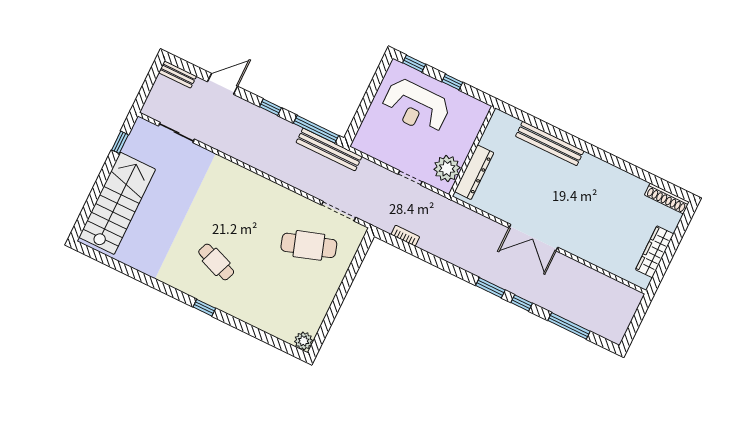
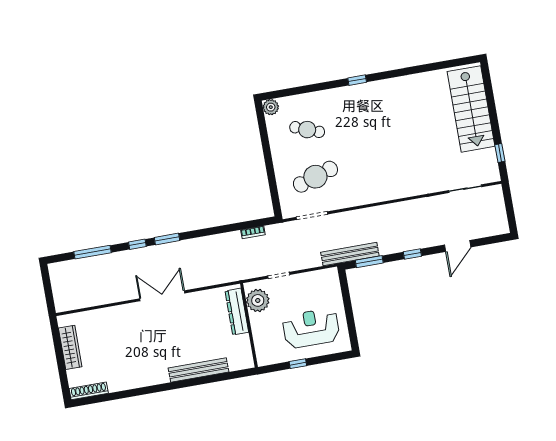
window: (414, 64) -> (334, 357), removed
bench: (178, 74) -> (494, 230), removed
window: (316, 129) -> (369, 262), width x0.69
cafe table: (216, 262) -> (307, 130), moved

